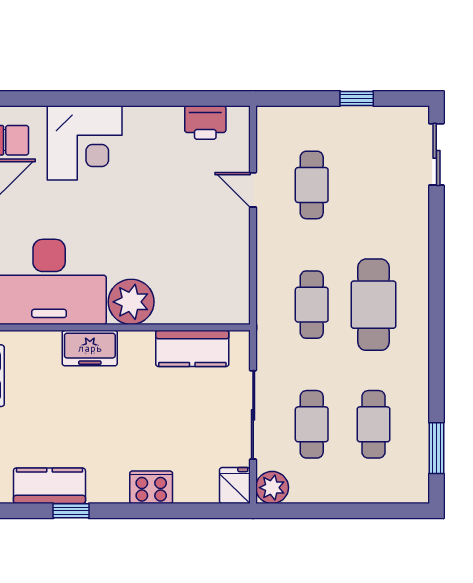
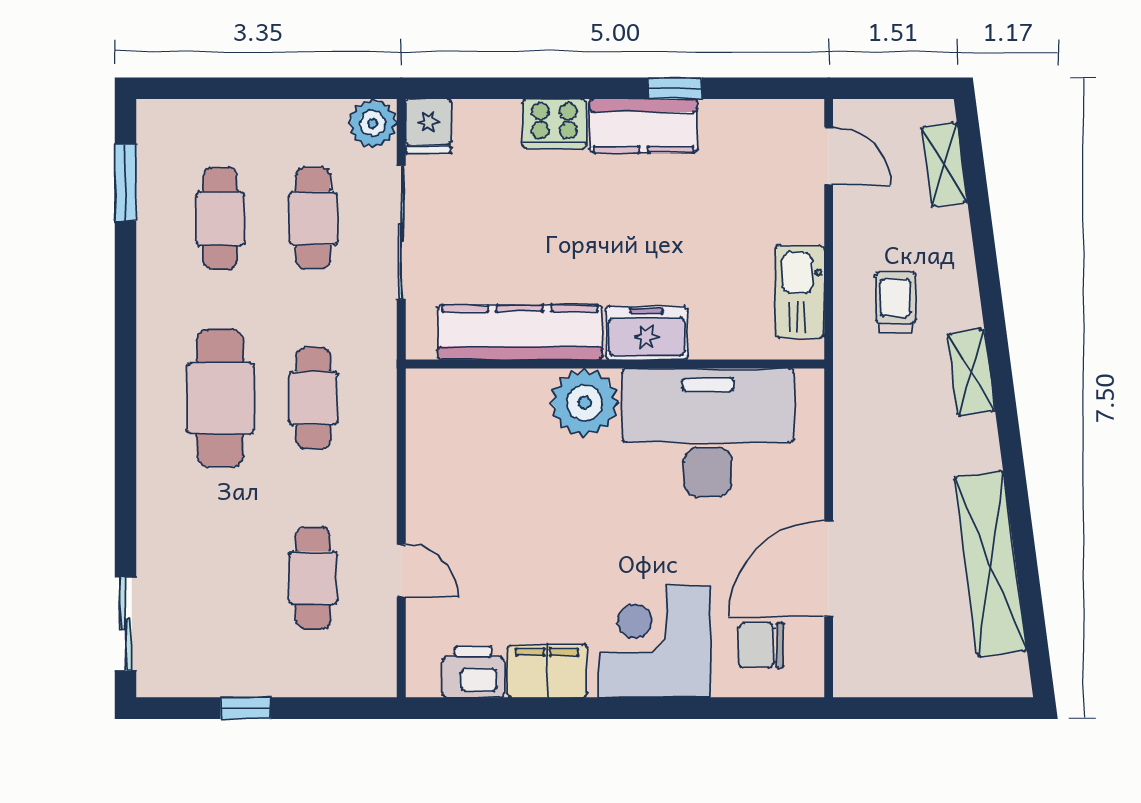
filing cabinet: (156, 123) -> (547, 671), added
kitchen counter: (192, 348) -> (520, 332), width x1.50
kitchen counter: (49, 486) -> (644, 126), moved

